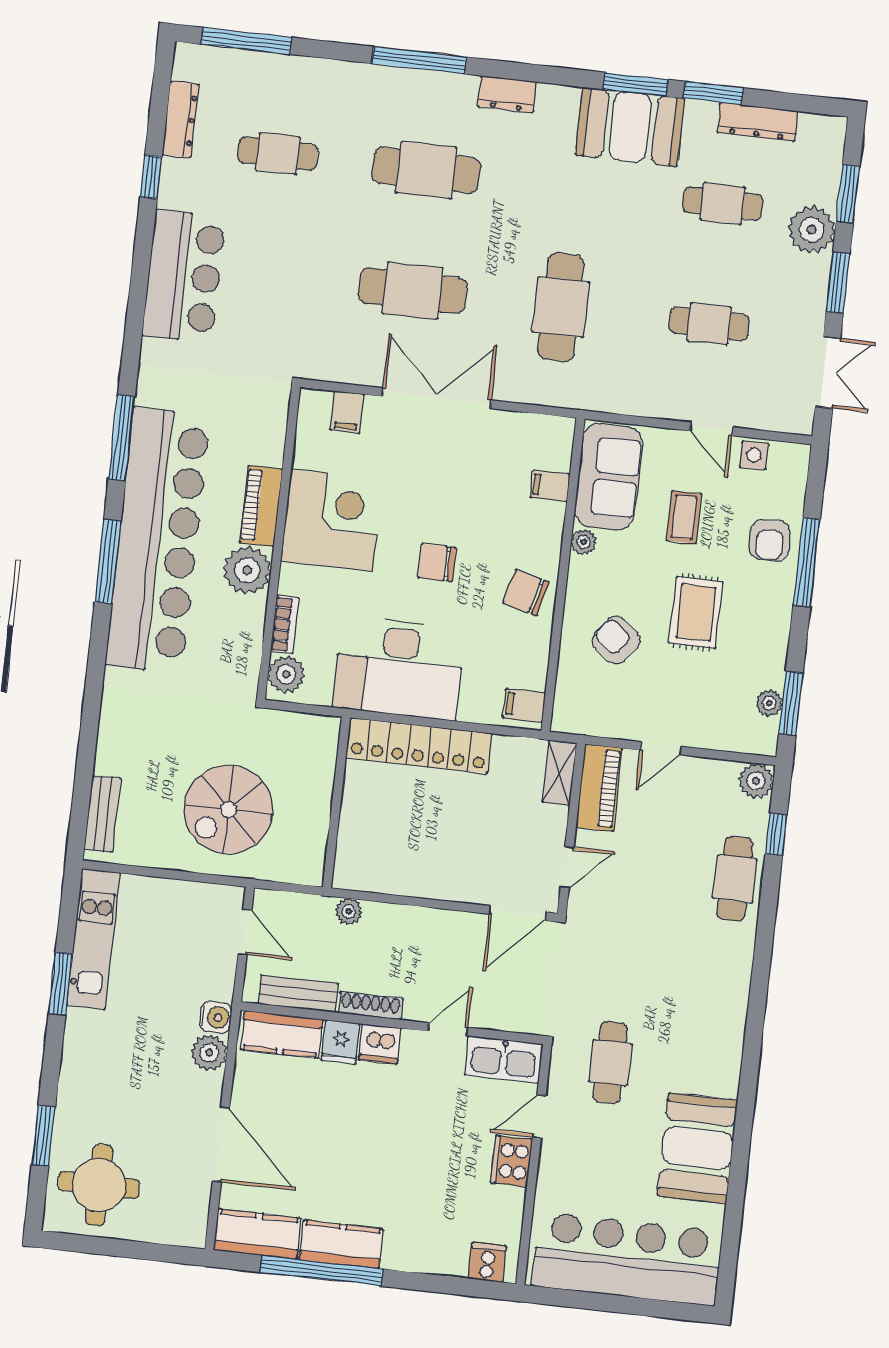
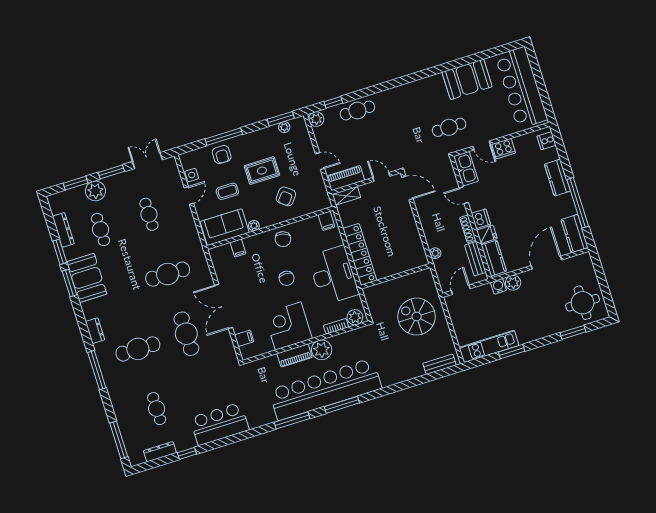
cafe table: (426, 170) -> (138, 349), turned 90
armchair: (770, 540) -> (222, 155), turned 92
spiral stairs: (229, 810) -> (417, 317), turned 180
kitchen counter: (341, 1244) -> (557, 178), moved

